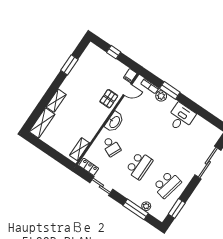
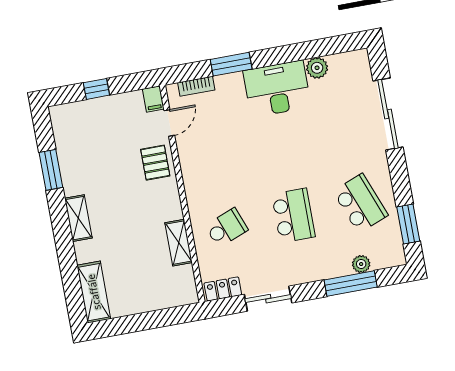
plant: (161, 96) -> (317, 68), moved
shelving: (56, 101) -> (78, 218), moved
desk: (181, 117) -> (277, 89), width x1.37
washbasin: (114, 122) -> (196, 188), removed
school desk: (111, 147) -> (227, 228), turned -45
shelving: (80, 149) -> (179, 243), moved
school desk: (167, 184) -> (360, 203), turned -33

